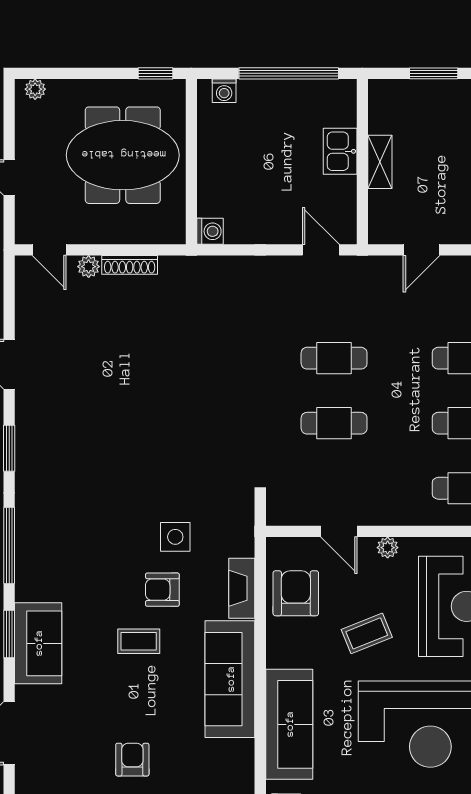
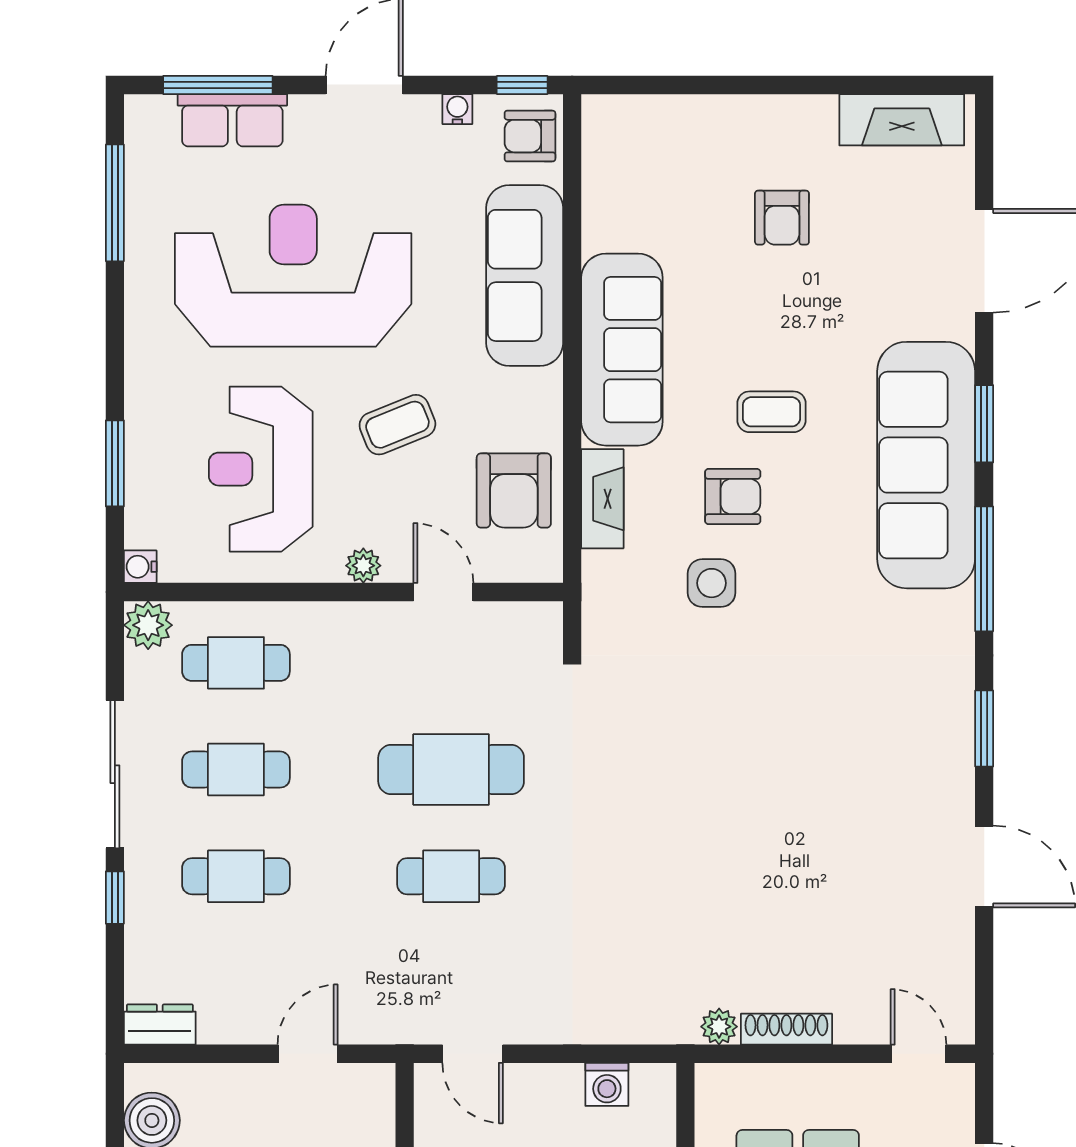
washing machine: (210, 231) -> (607, 1084), moved, turned -90
plant: (89, 267) -> (719, 1027), moved
cafe table: (334, 423) -> (451, 770), width x1.37, depth x1.35
sofa: (38, 643) -> (926, 465), width x1.85, depth x1.27

